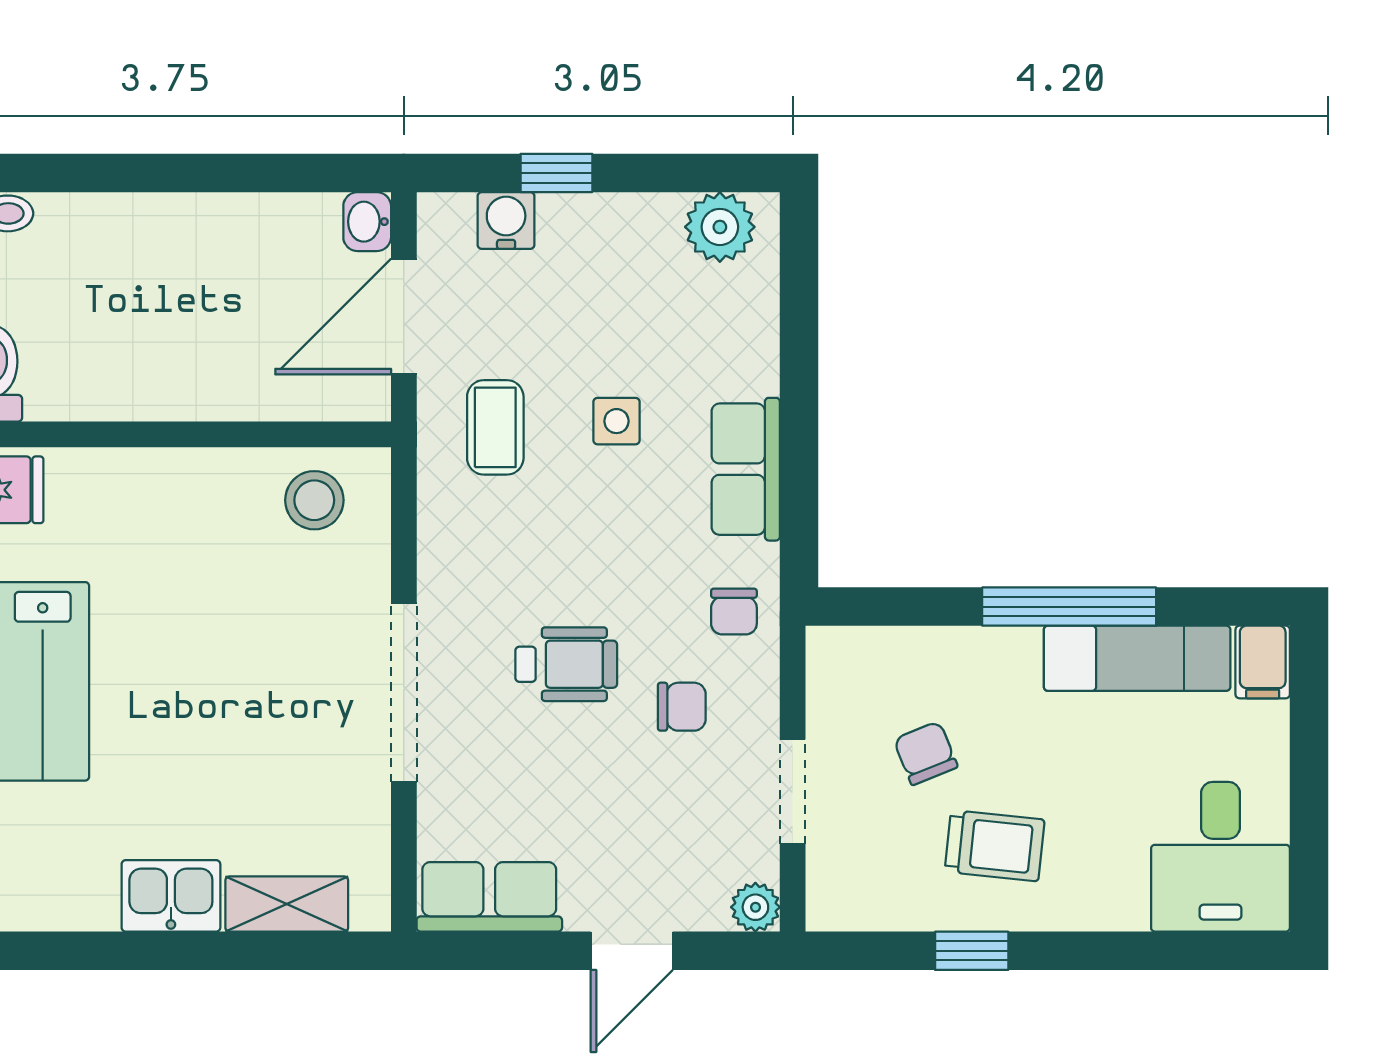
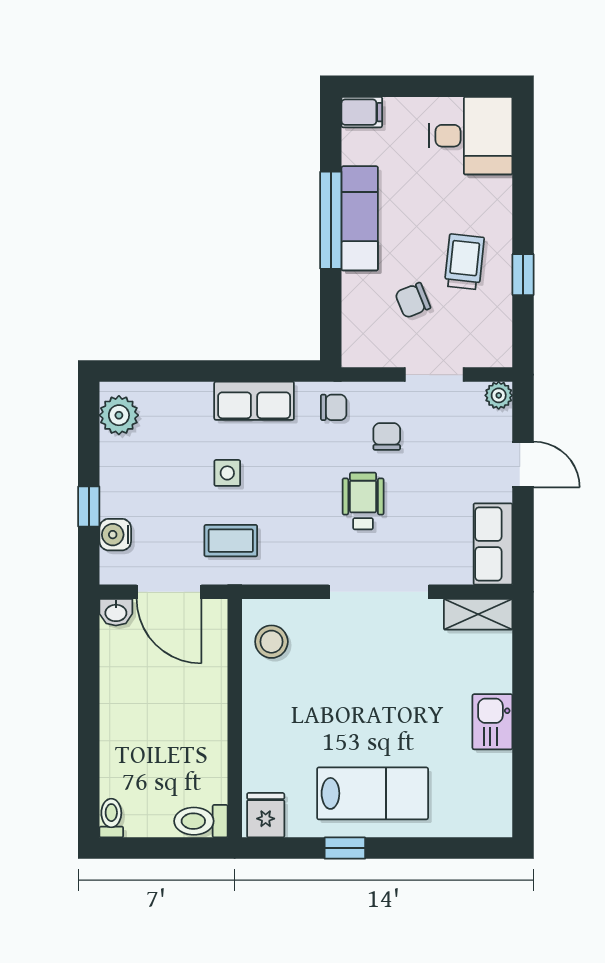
exam couch: (1137, 658) -> (360, 218), moved
shelving: (287, 904) -> (478, 614), moved, turned 90

